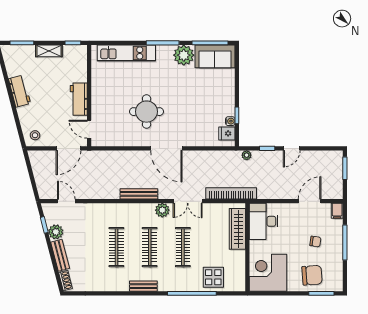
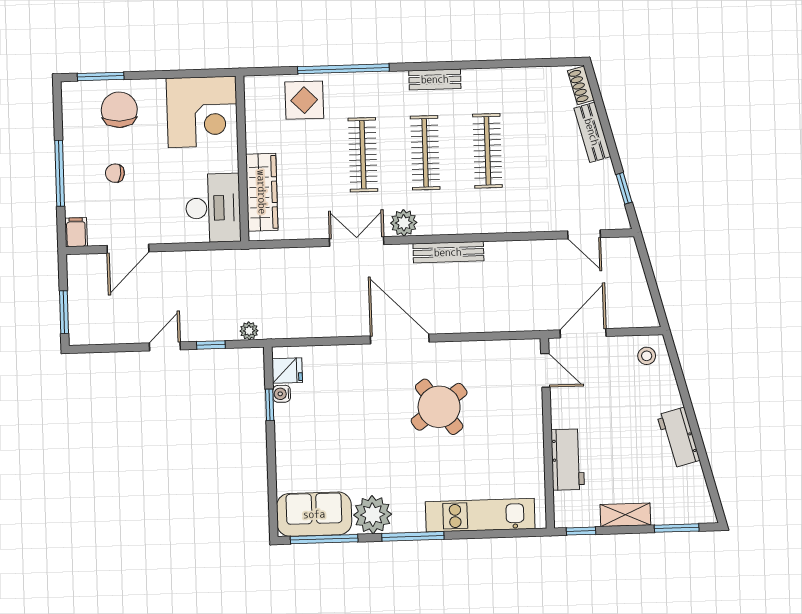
workbench: (79, 99) -> (568, 460), moved
round table: (147, 112) -> (439, 407), turned -36
bookcase: (231, 193) -> (276, 258), removed
plant: (56, 232) -> (602, 176), removed
chair: (312, 275) -> (119, 110), turned 94

